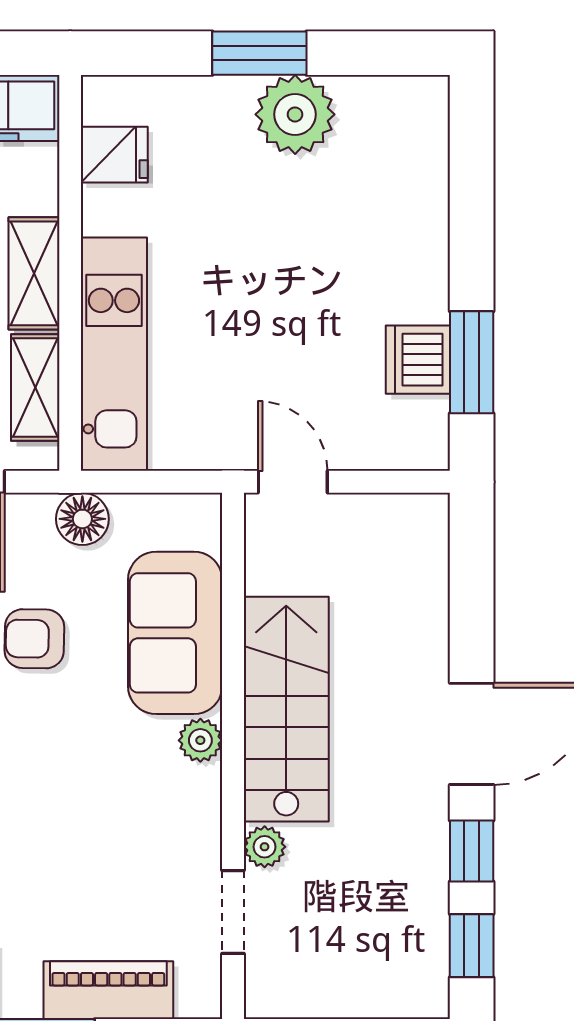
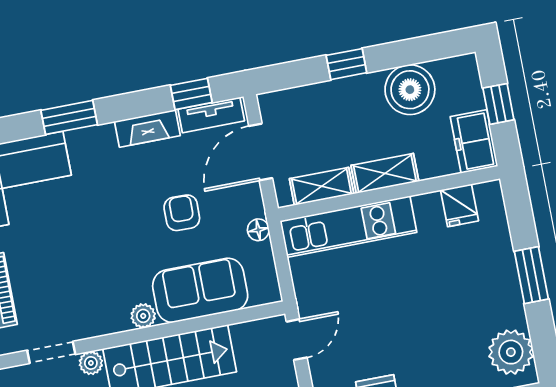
plant: (295, 114) -> (511, 352), moved
floor lamp: (82, 519) -> (258, 230), width x0.73, depth x0.73

